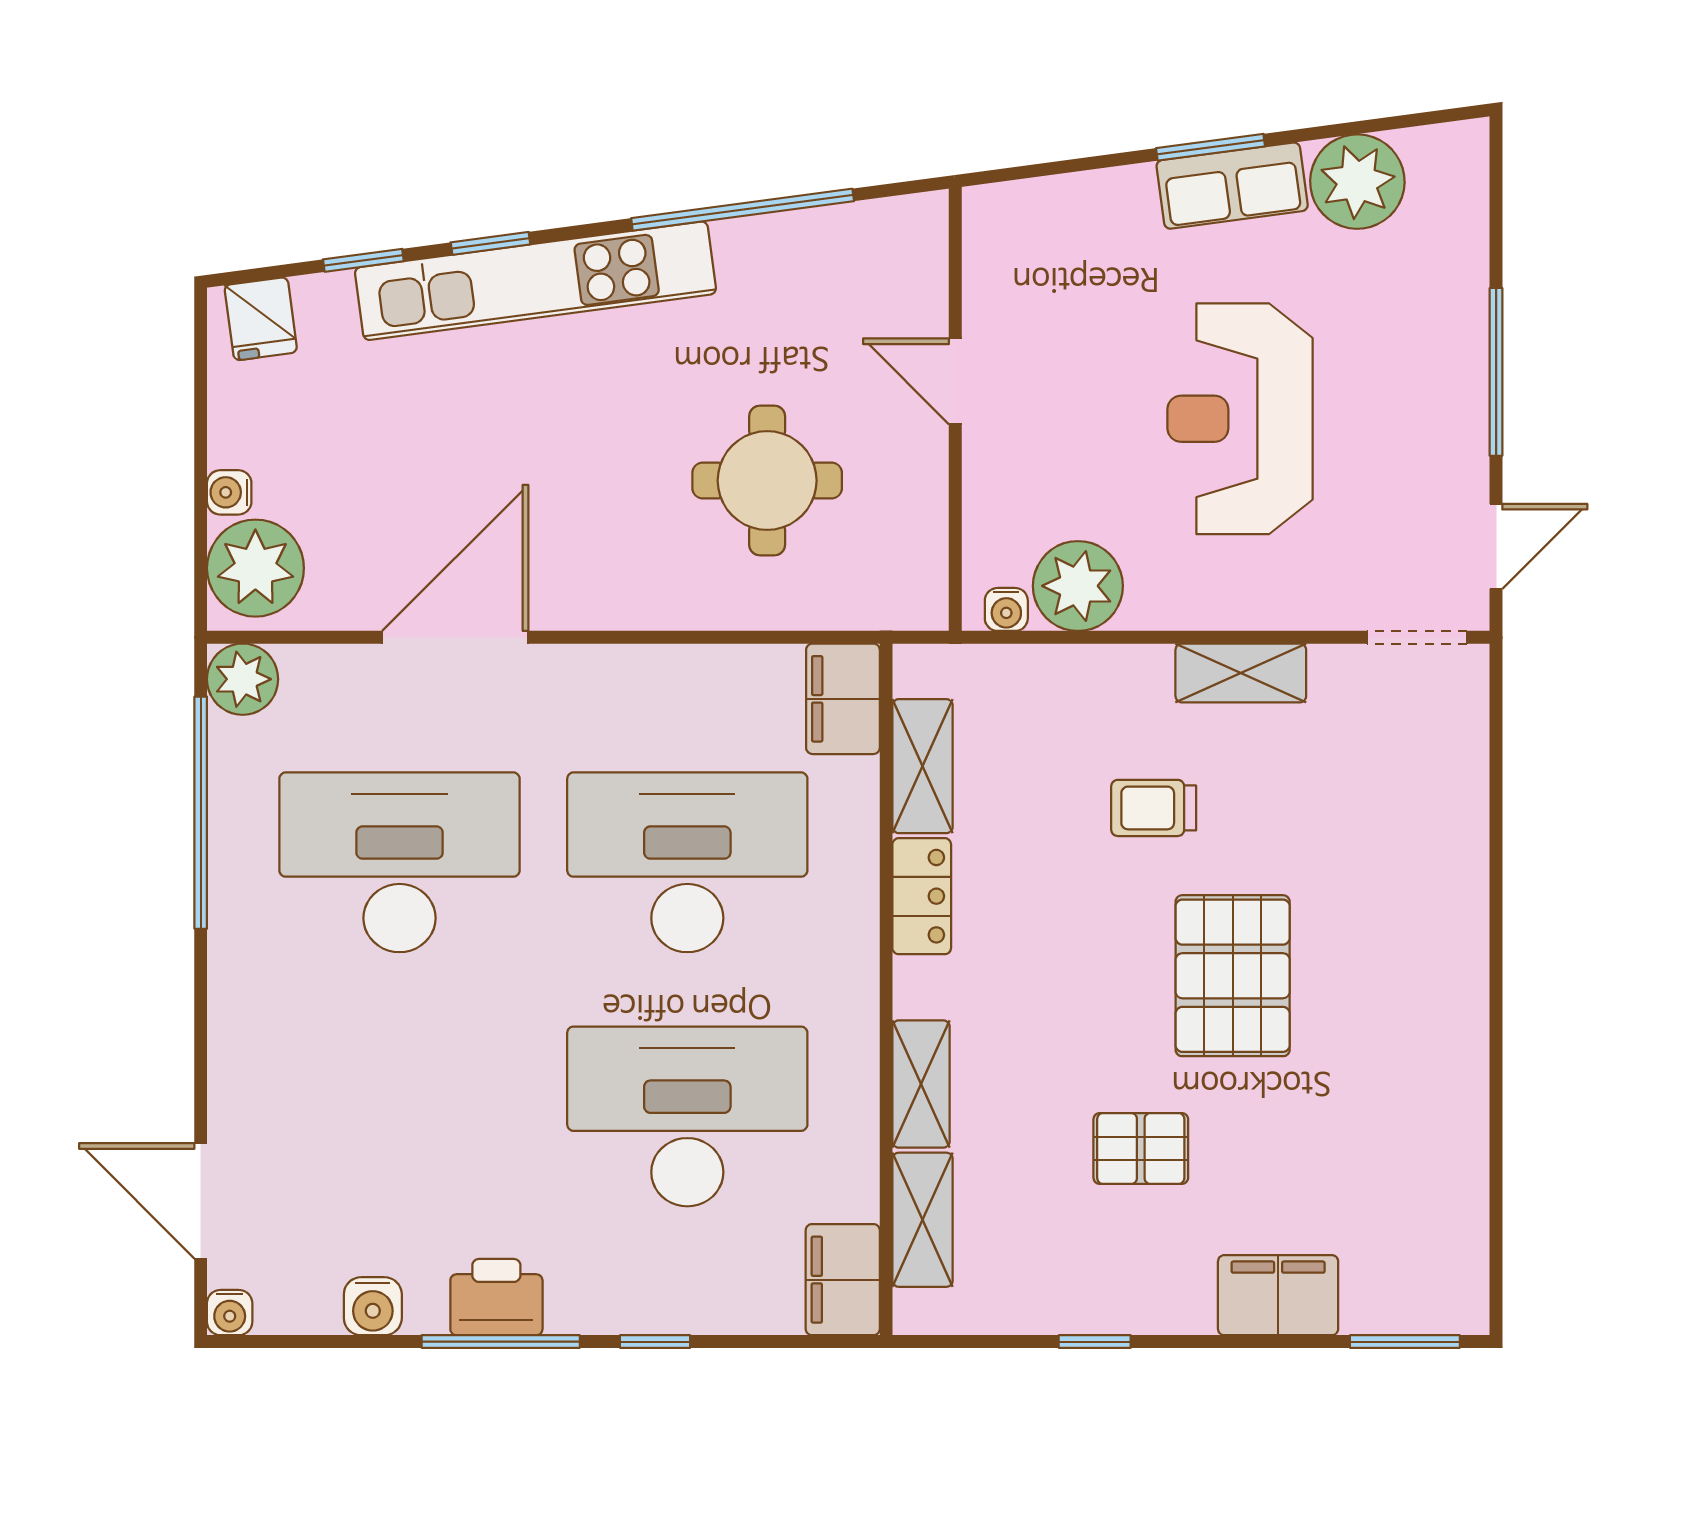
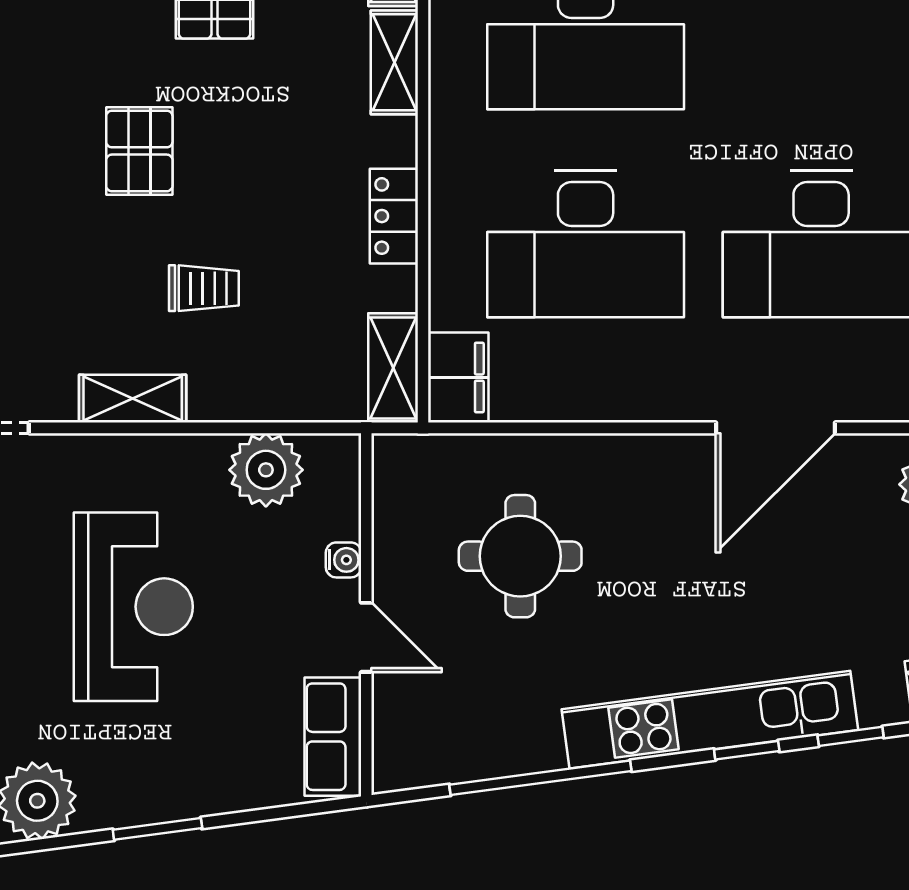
row of seats: (1232, 186) -> (333, 737), moved, turned -82
water cooler: (1006, 609) -> (344, 560), moved, turned 90
shelving: (923, 766) -> (393, 368), moved
pallet: (1233, 976) -> (139, 151), width x0.67, depth x0.71

